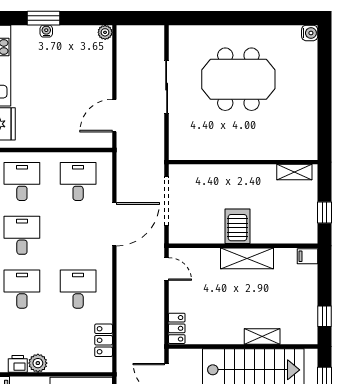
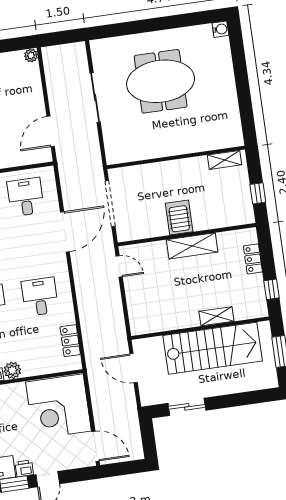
filing cabinet: (308, 256) -> (248, 236), removed
locker: (177, 328) -> (253, 259), moved, turned 180

